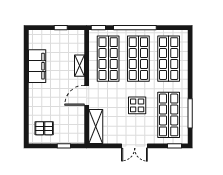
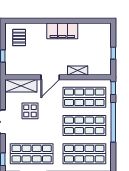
filing cabinet: (37, 66) -> (62, 31), moved
door: (87, 95) -> (50, 77), swing flipped
display table: (137, 105) -> (30, 111), moved

